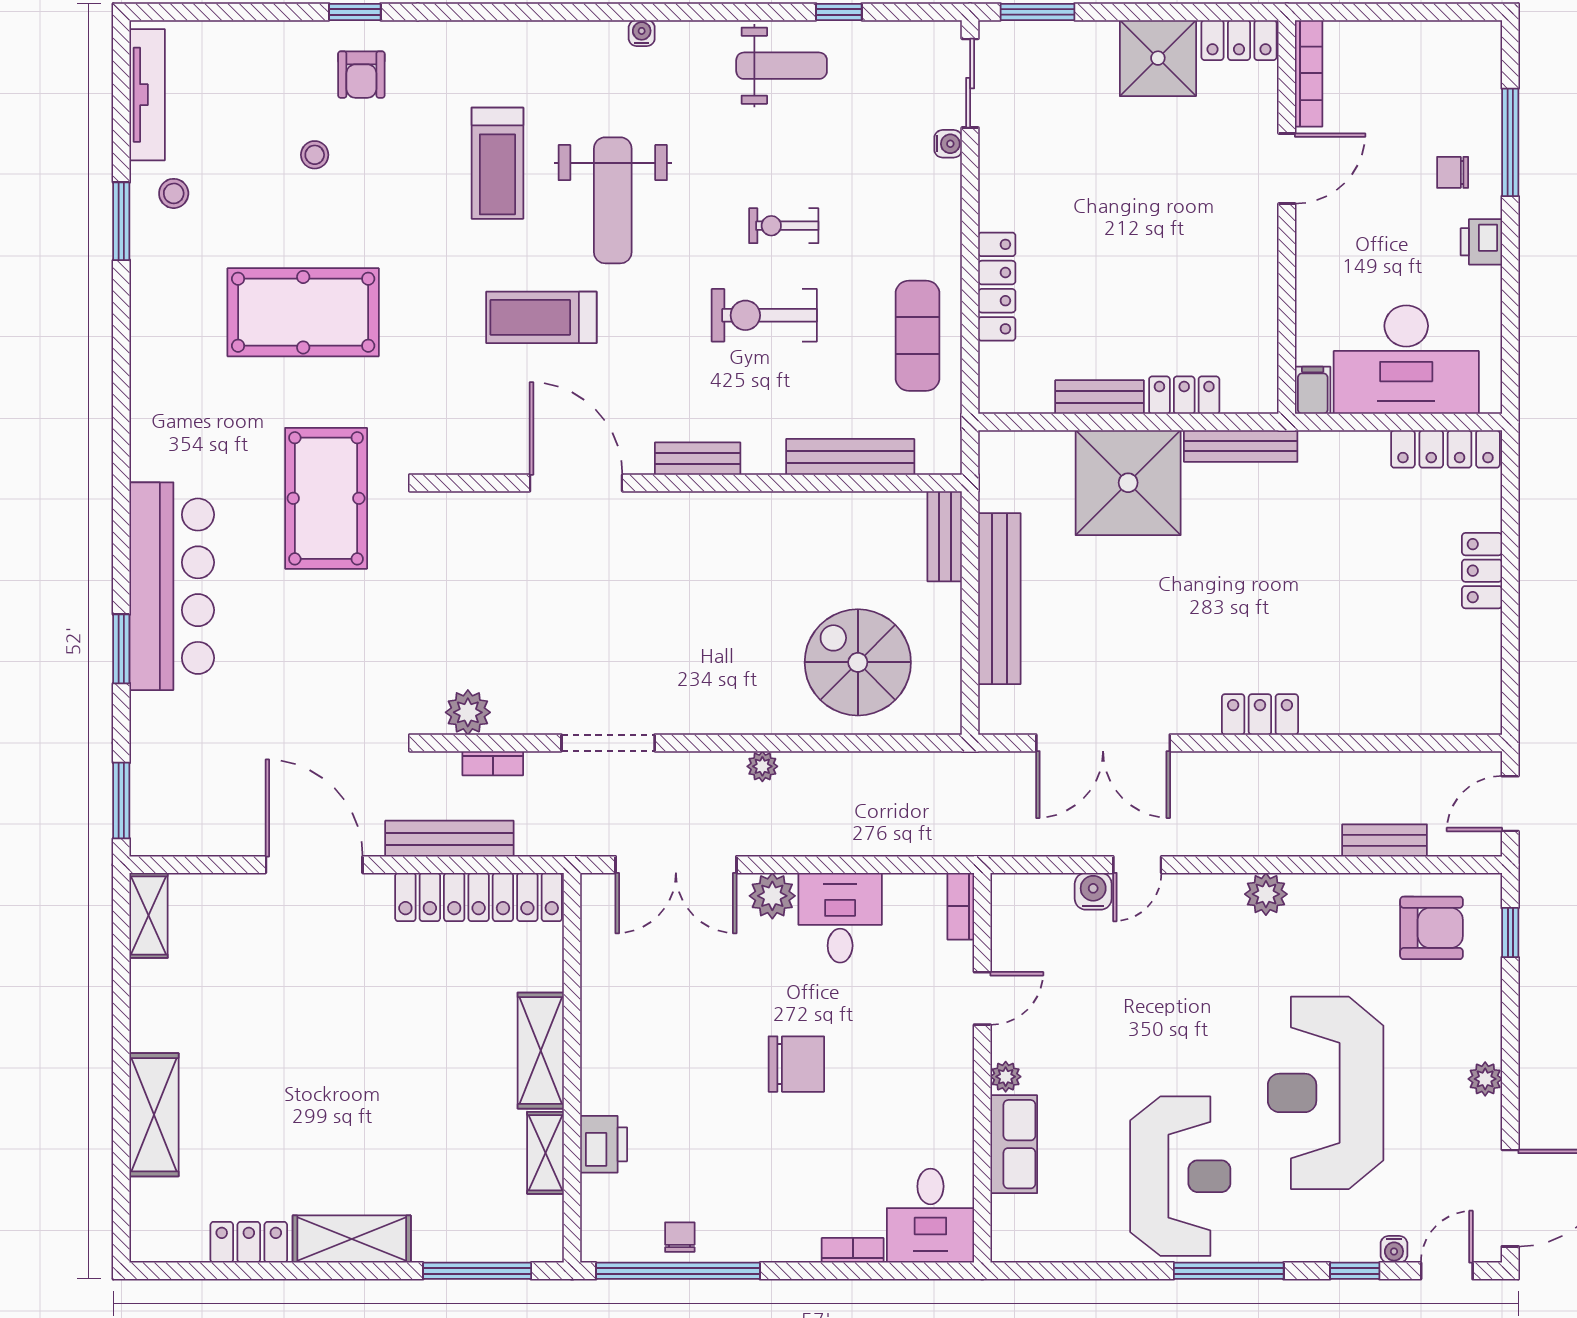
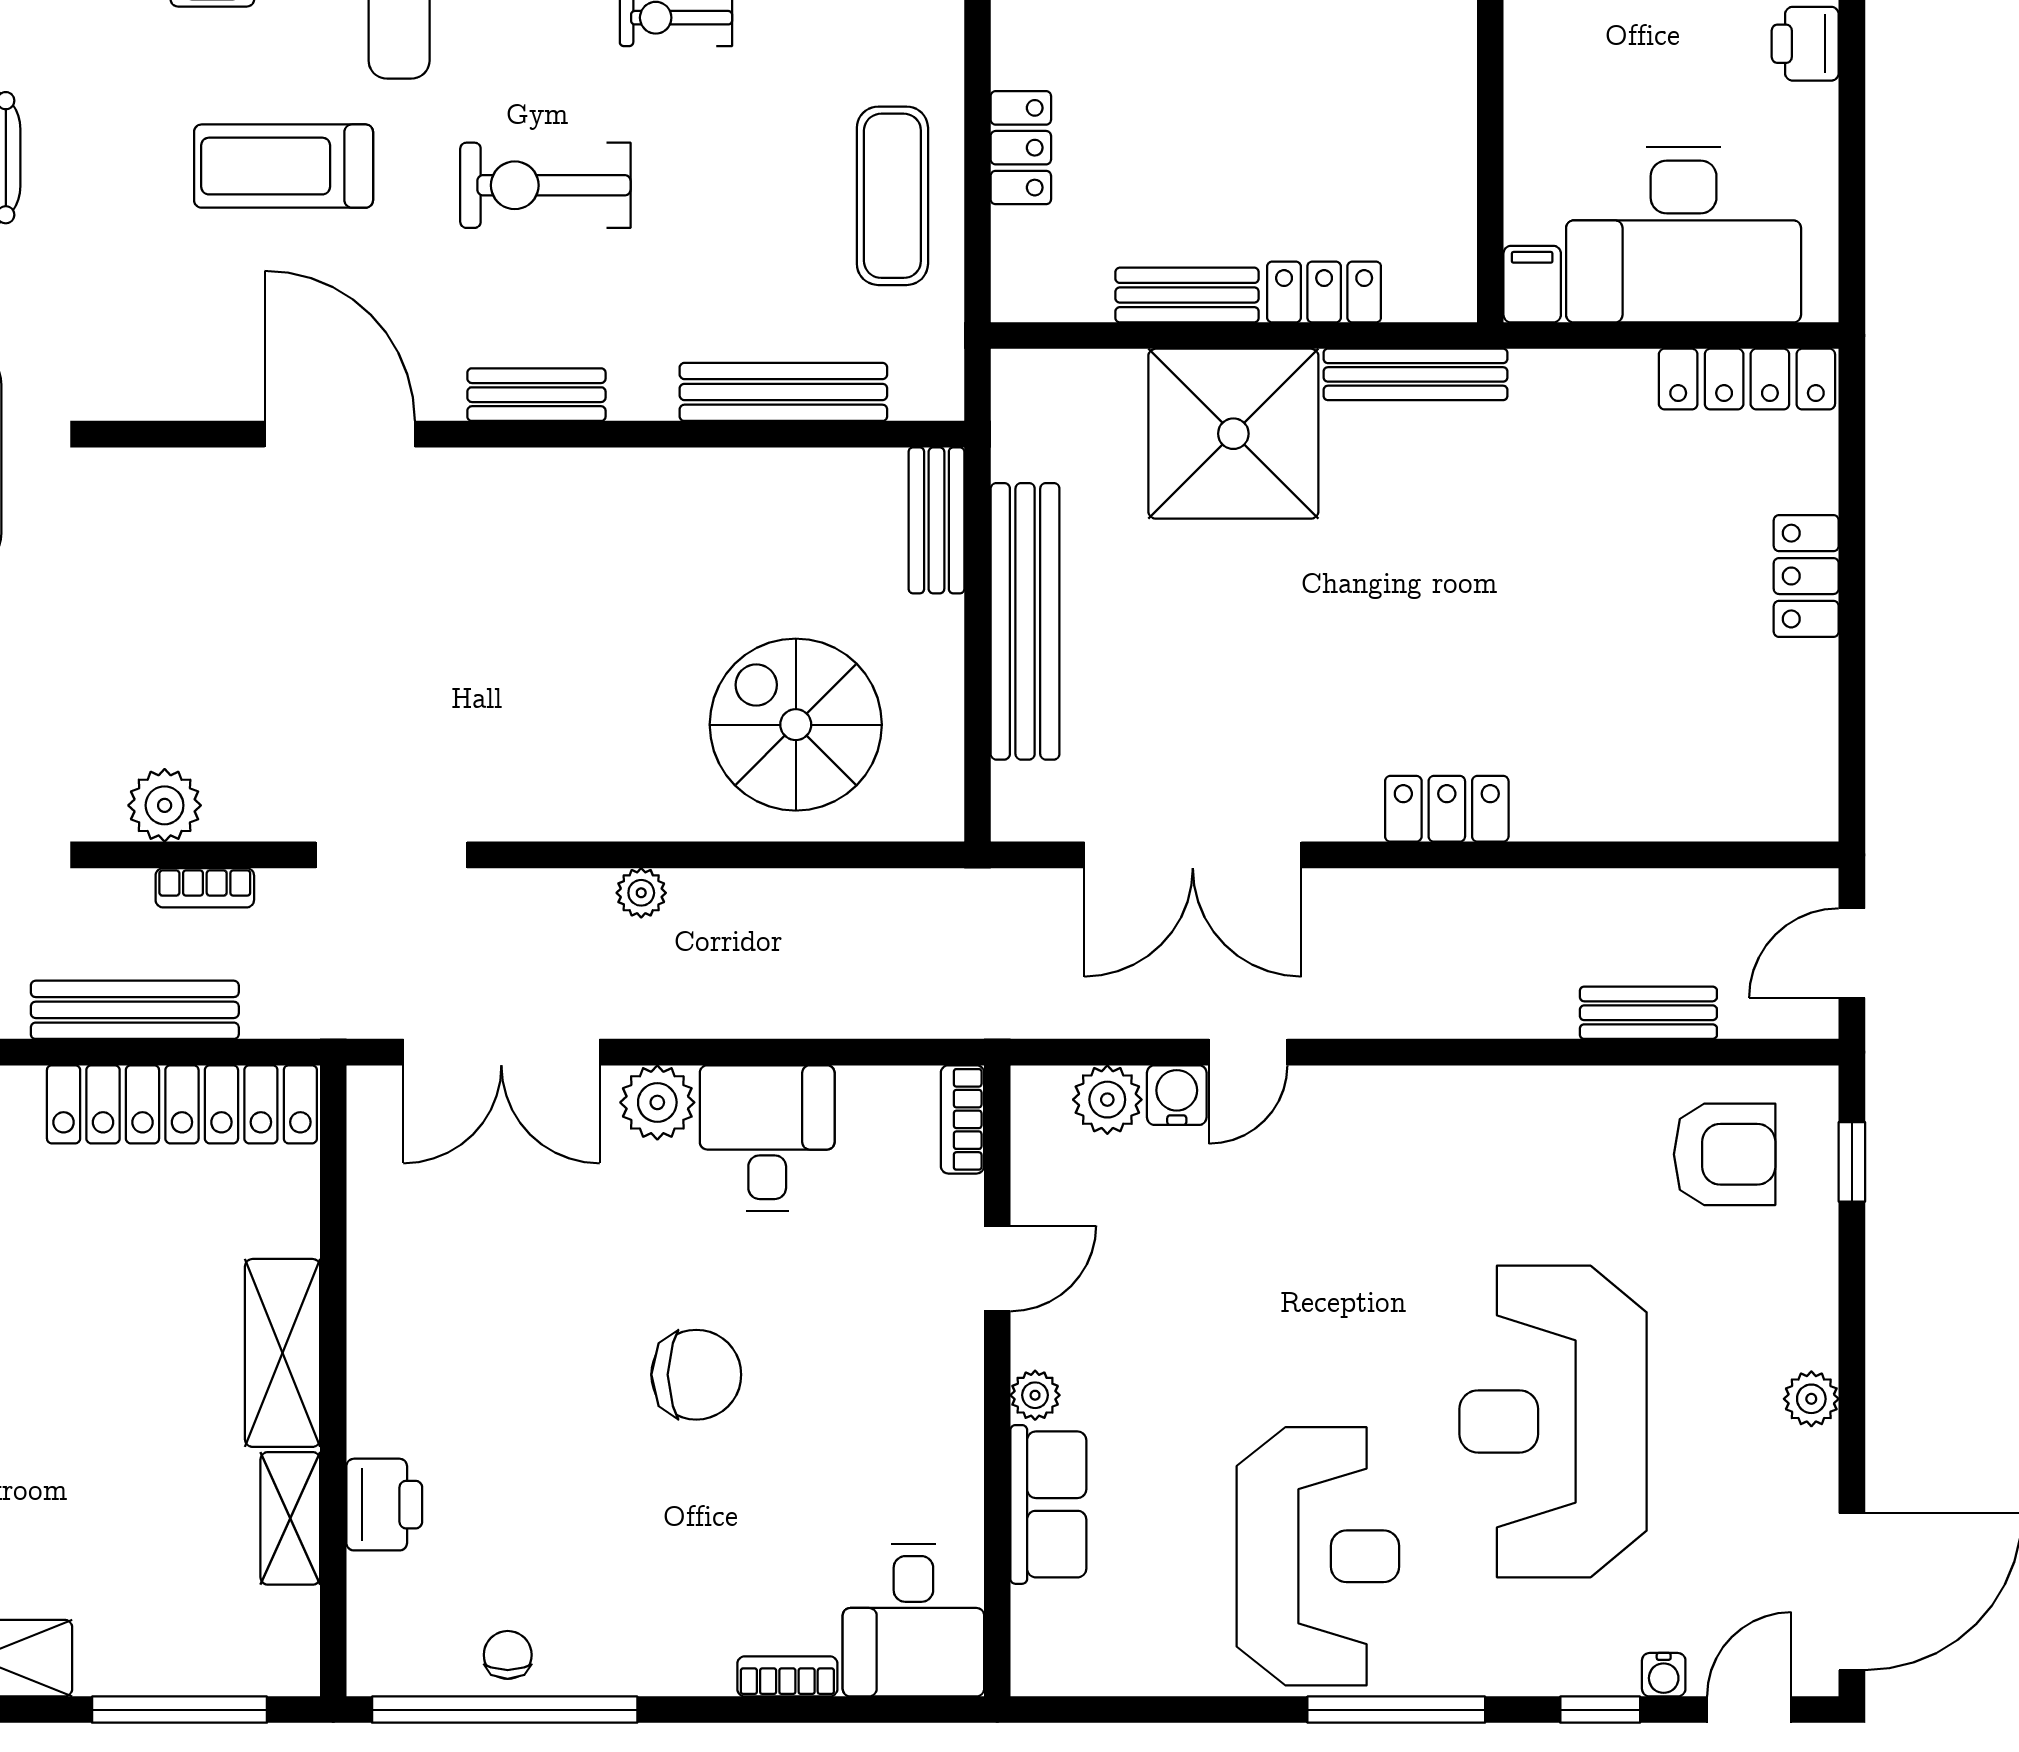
locker: (997, 287) -> (1021, 148), width x0.66
exercise bike: (764, 315) -> (545, 185), moved
plant: (1266, 894) -> (1107, 1100), moved

